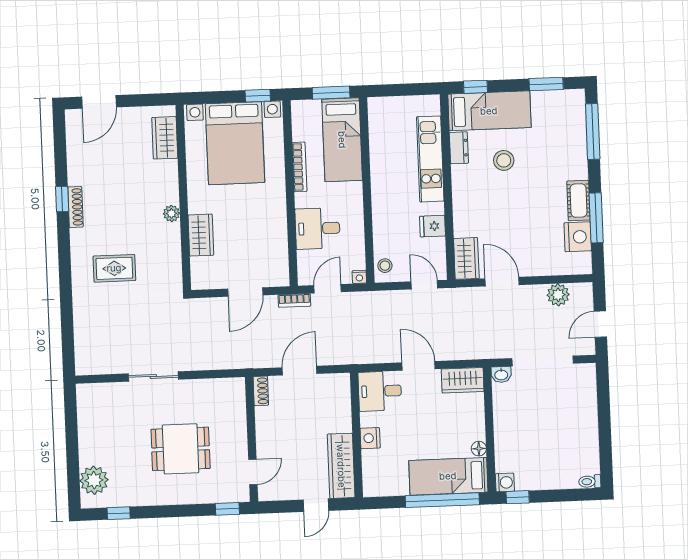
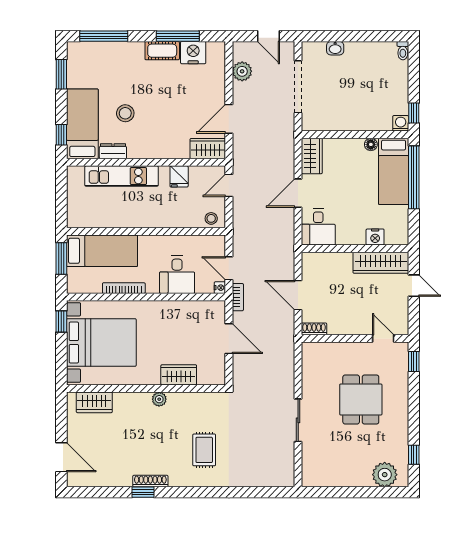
nightstand: (359, 277) -> (220, 288), moved
washbasin: (501, 375) -> (335, 48), moved, turned 90
nightstand: (370, 438) -> (375, 237), moved

